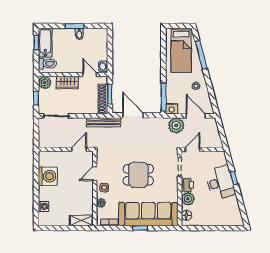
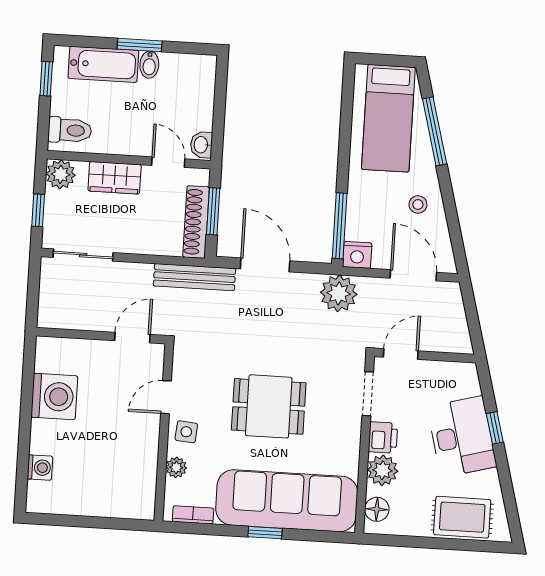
bathtub: (45, 43) -> (103, 64), moved, turned 90
plant: (176, 125) -> (339, 293), moved
rug: (223, 216) -> (462, 517), added
shelving: (81, 221) -> (127, 506), removed

